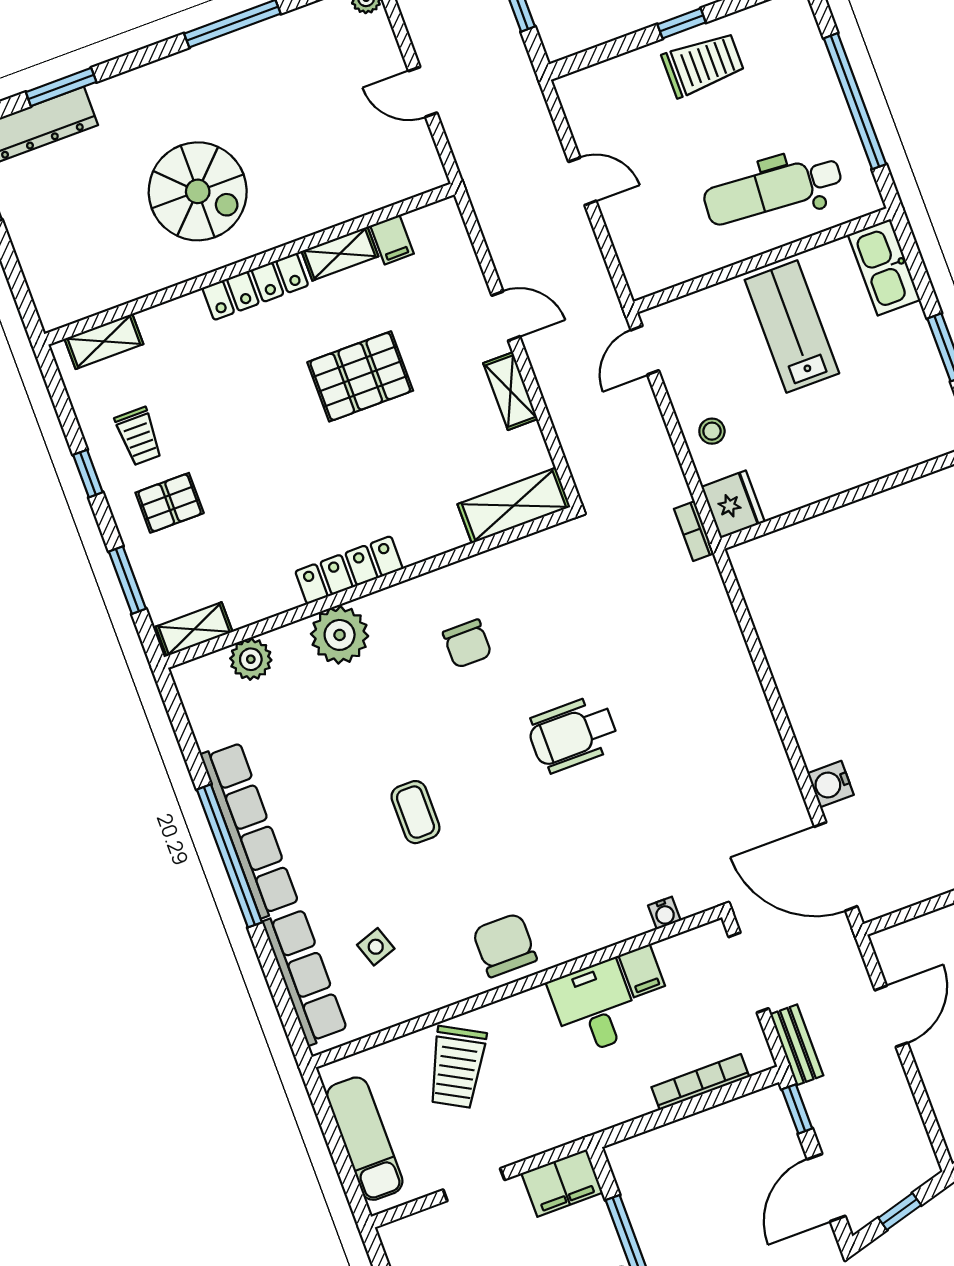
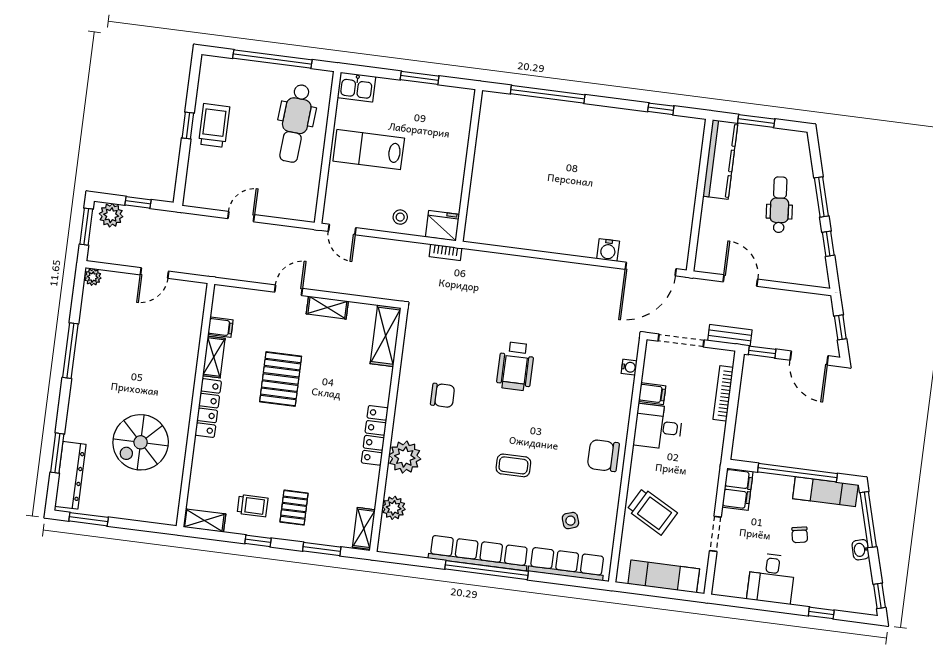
spiral stairs: (198, 191) -> (141, 442), moved, turned 180
kitchen sink: (884, 267) -> (357, 87), width x0.73
shelving: (104, 341) -> (204, 520), moved, turned 90

